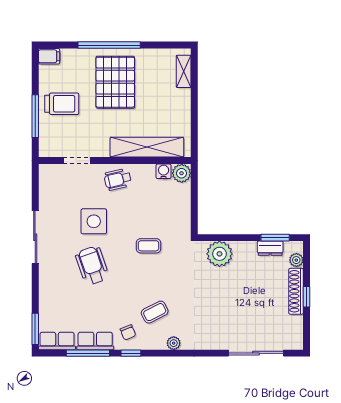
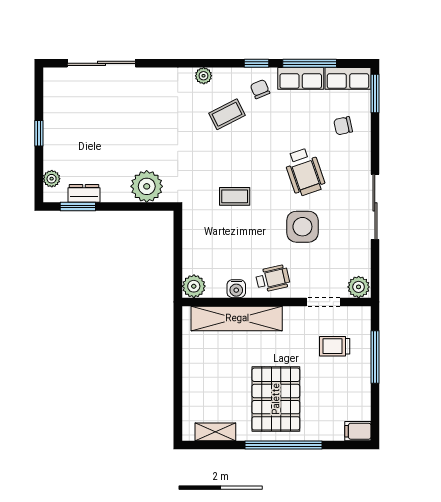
shelving: (184, 71) -> (215, 432), moved, turned 90
trolley: (62, 104) -> (335, 346), moved, width x0.73, depth x0.72
water cooler: (164, 171) -> (236, 289), moved
plant: (48, 173) -> (359, 287), added
shoe rack: (296, 291) -> (52, 140), removed
chair: (61, 303) -> (343, 126), added

